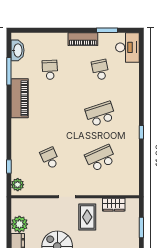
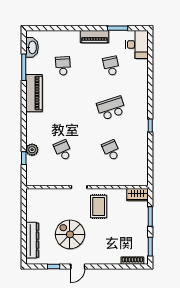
school desk: (100, 158) -> (111, 150), width x0.54
plant: (18, 185) -> (32, 150), moved
wardrobe: (114, 205) -> (138, 195), moved
plant: (19, 224) -> (34, 213), removed

